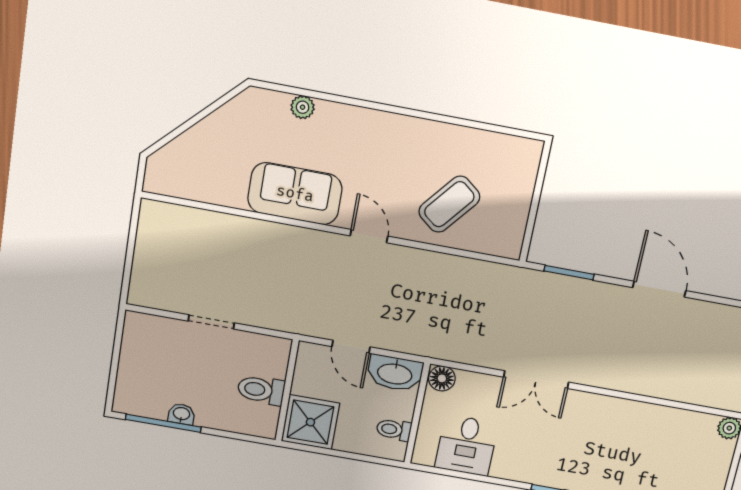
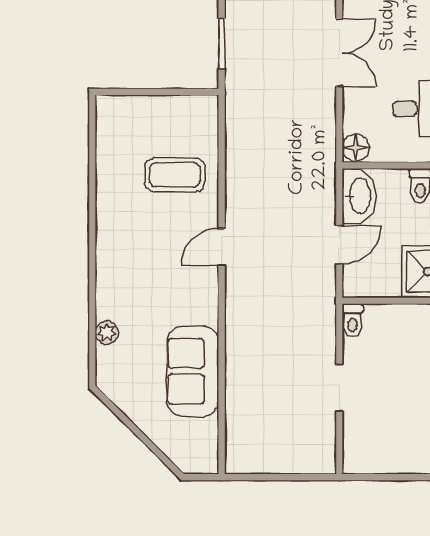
sofa: (295, 194) -> (193, 371), moved
coffee table: (449, 204) -> (175, 175), turned -39
toilet: (261, 390) -> (353, 320), moved, width x0.73, depth x0.72

